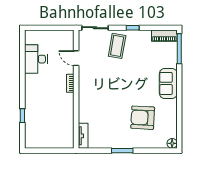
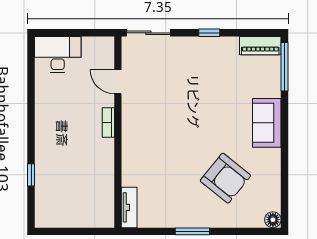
coffee table: (117, 46) -> (184, 62), removed
desk: (36, 59) -> (58, 54), moved, turned 90
armchair: (143, 118) -> (225, 178), turned -144

